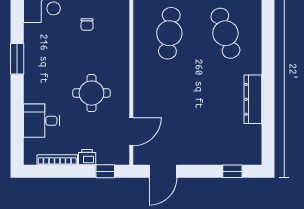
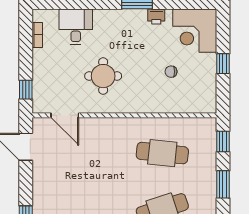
printer: (87, 157) -> (156, 16), moved, turned 90
bookcase: (57, 160) -> (37, 35), width x0.64

